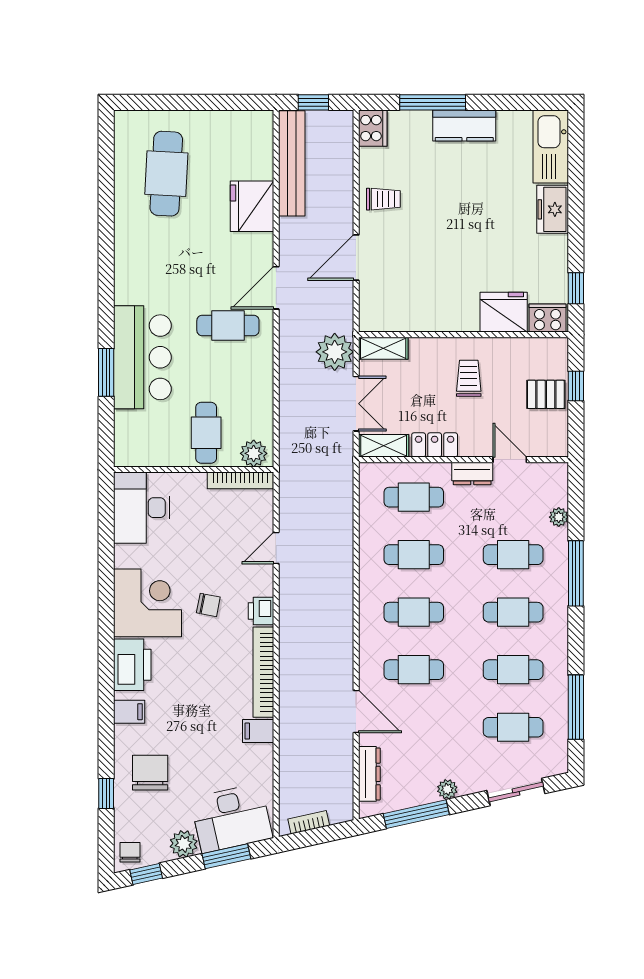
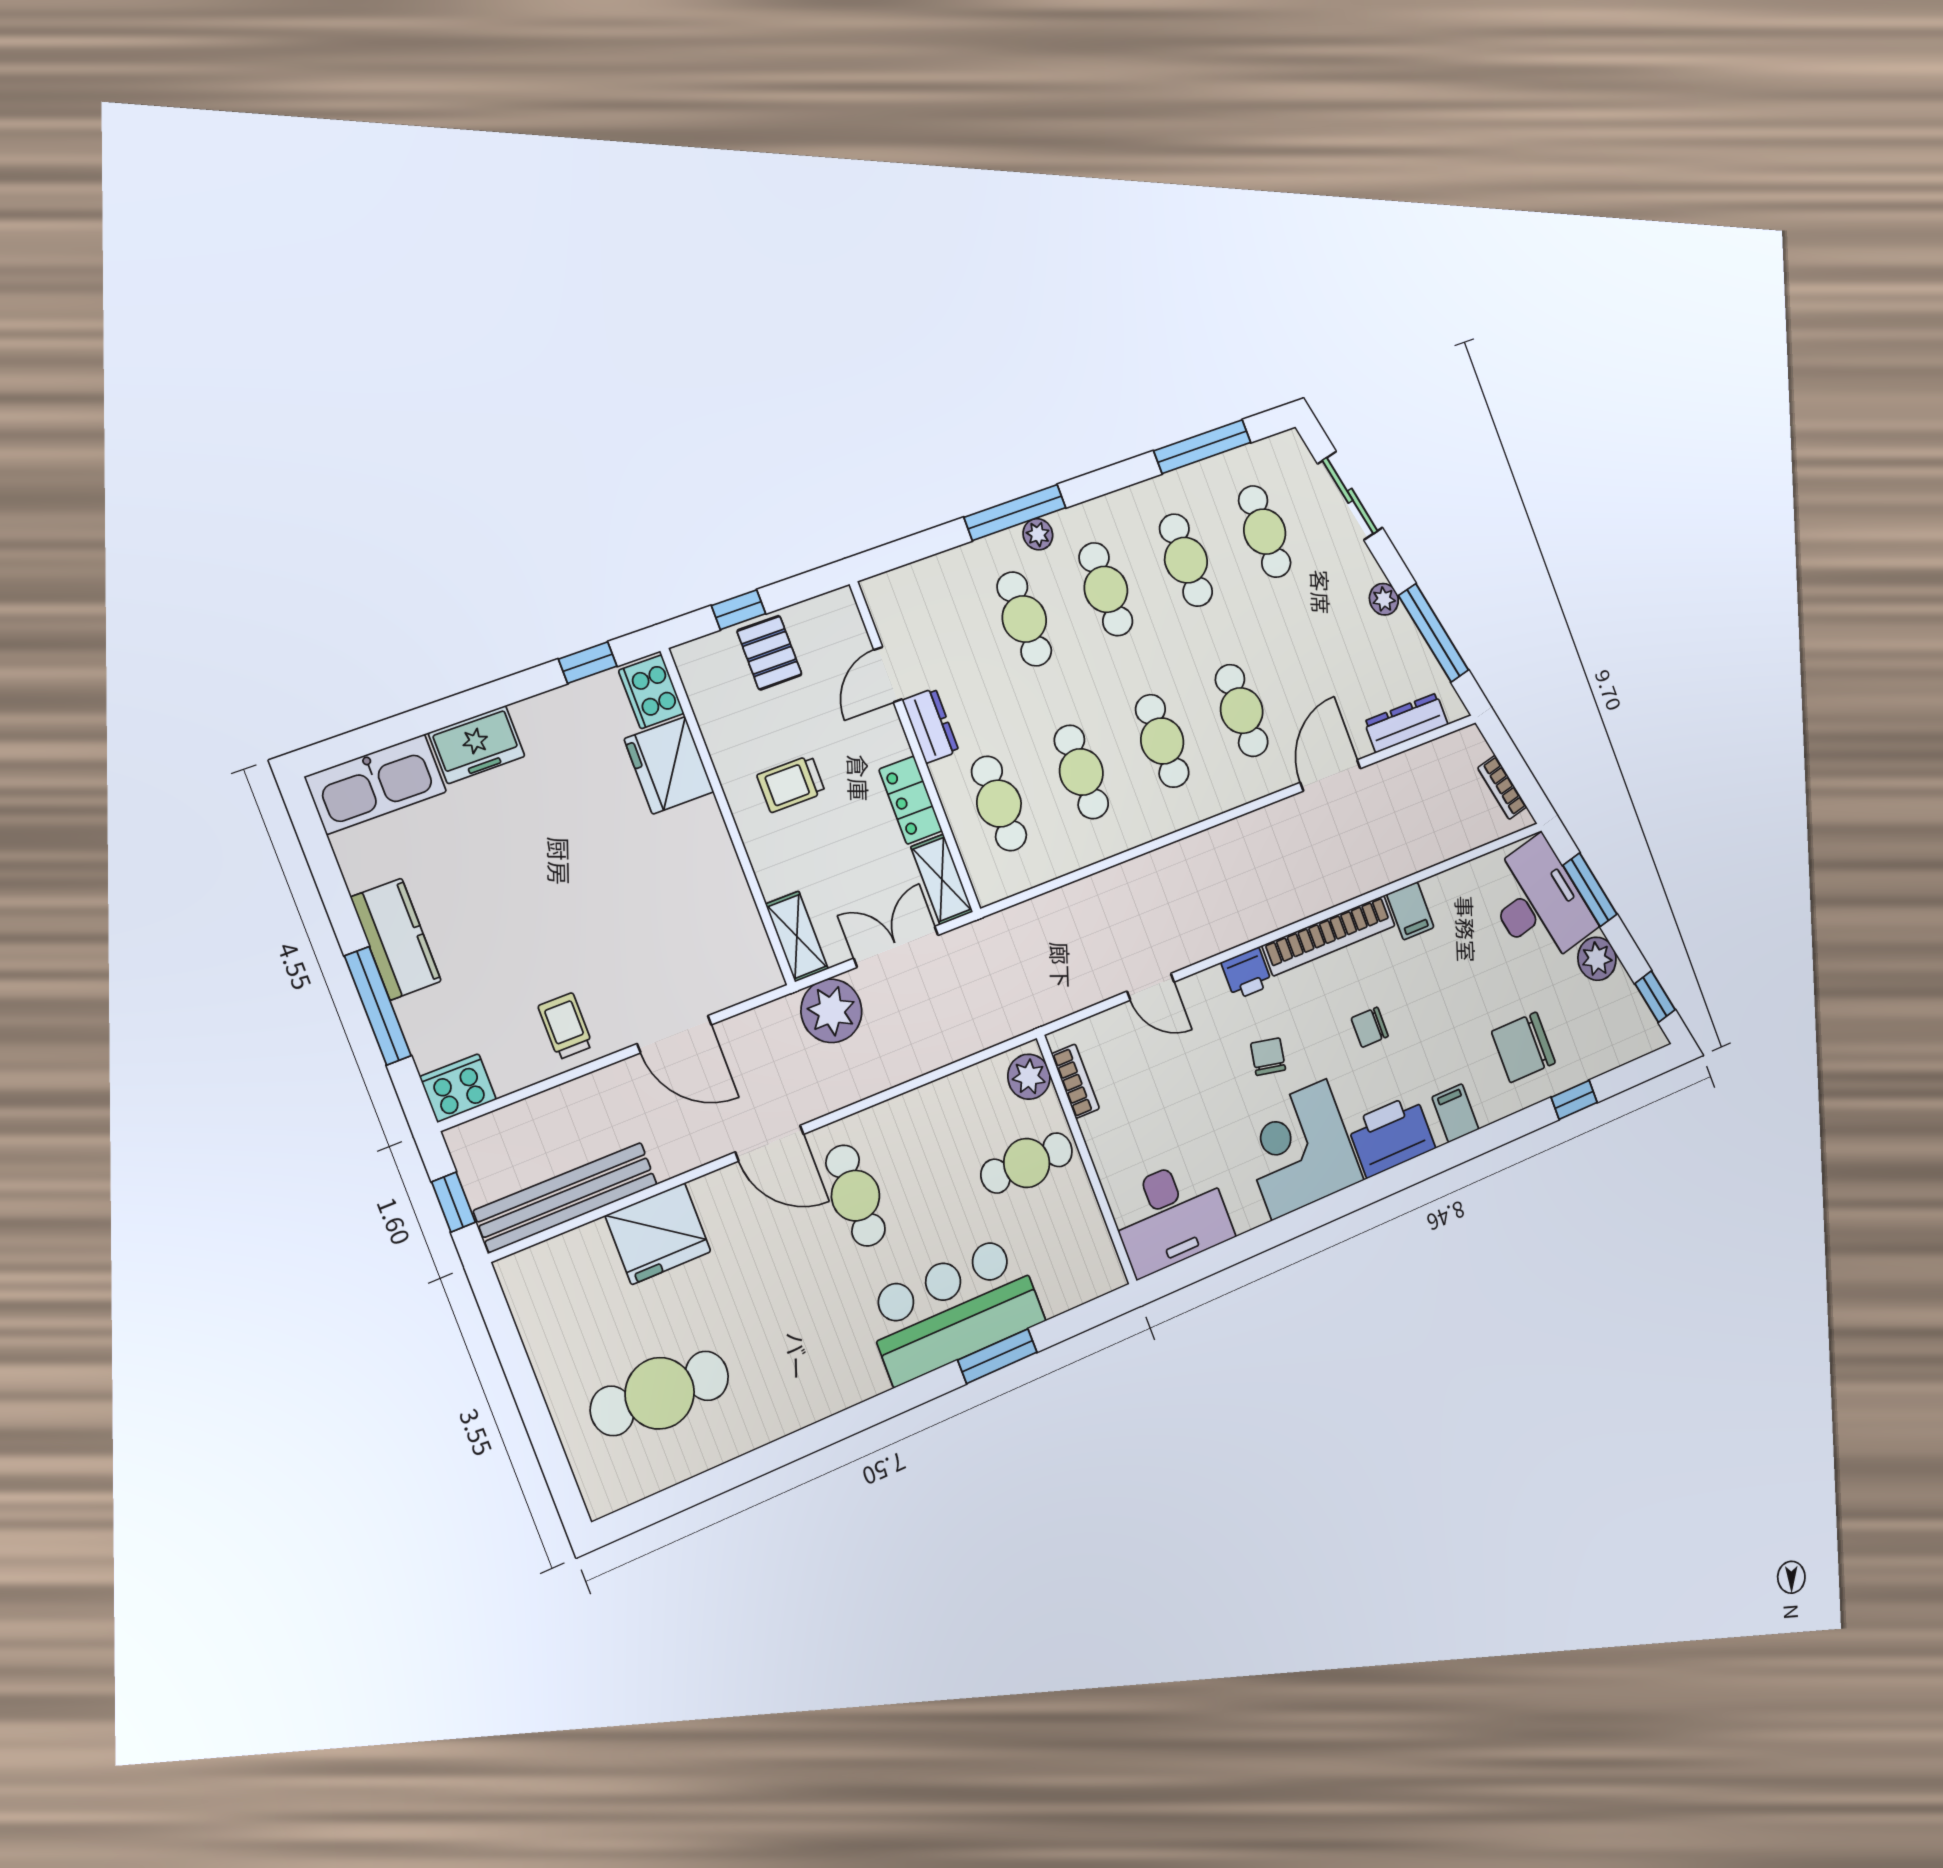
bookcase: (240, 480) -> (1075, 1081), width x0.64
plant: (559, 517) -> (1038, 534), moved
chair: (130, 852) -> (1370, 1027), moved

